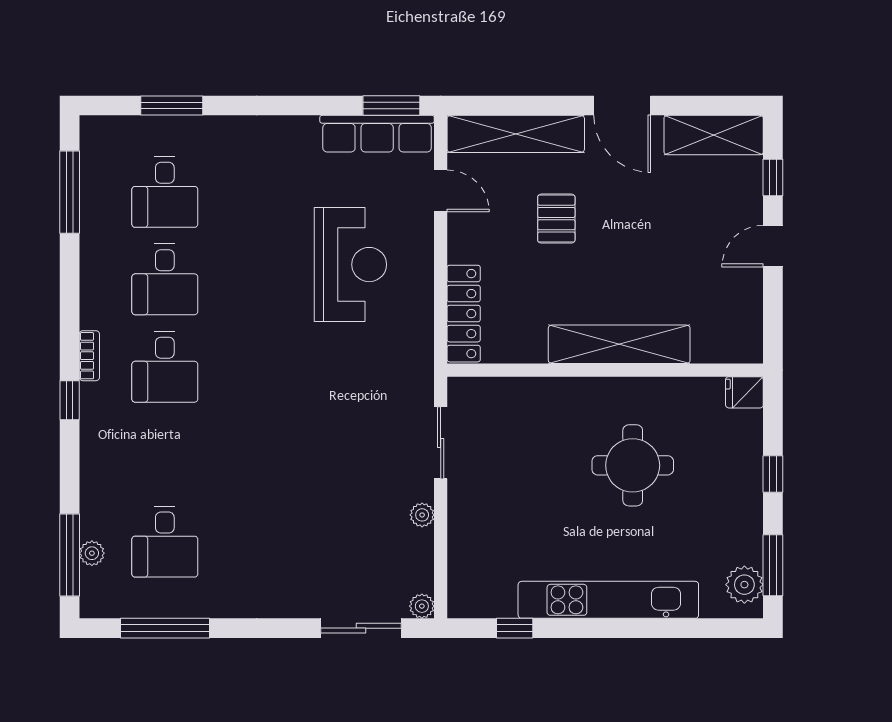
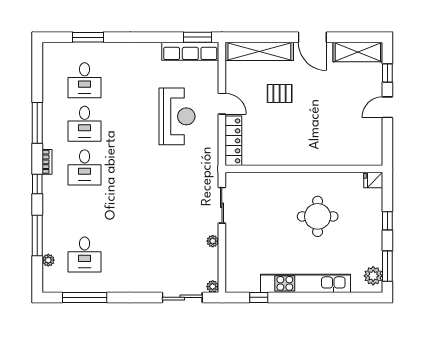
door: (441, 191) -> (222, 104), moved
window: (70, 192) -> (37, 123), moved
pallet: (556, 219) -> (280, 94), turned 90
shelving: (619, 344) -> (311, 156), removed
window: (70, 555) -> (37, 236), moved

